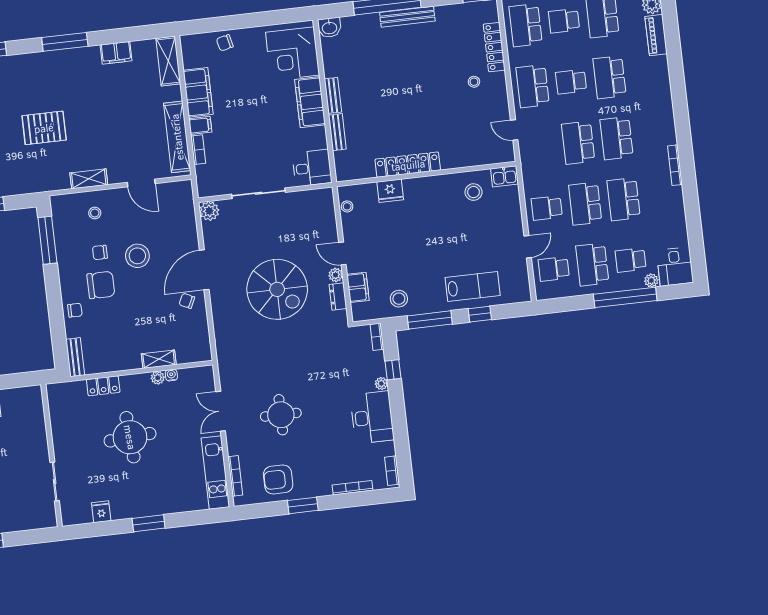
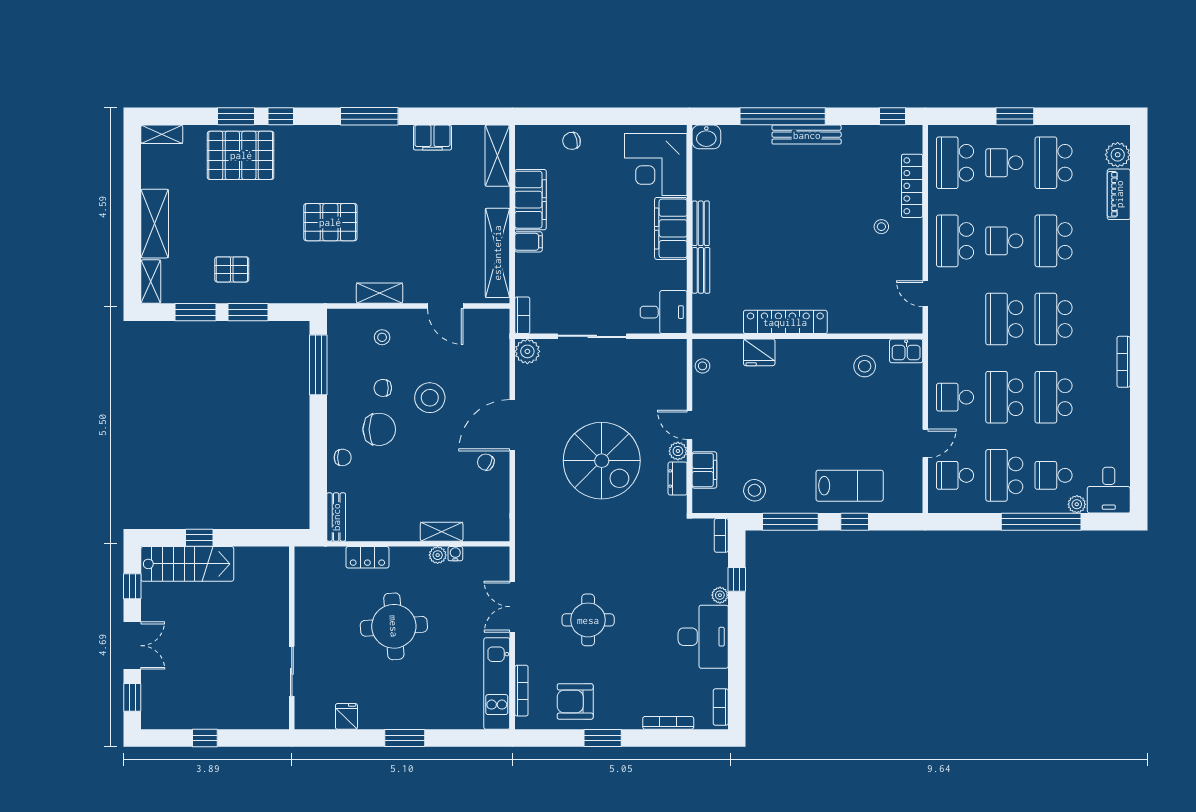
bookcase: (198, 150) -> (522, 315), moved

